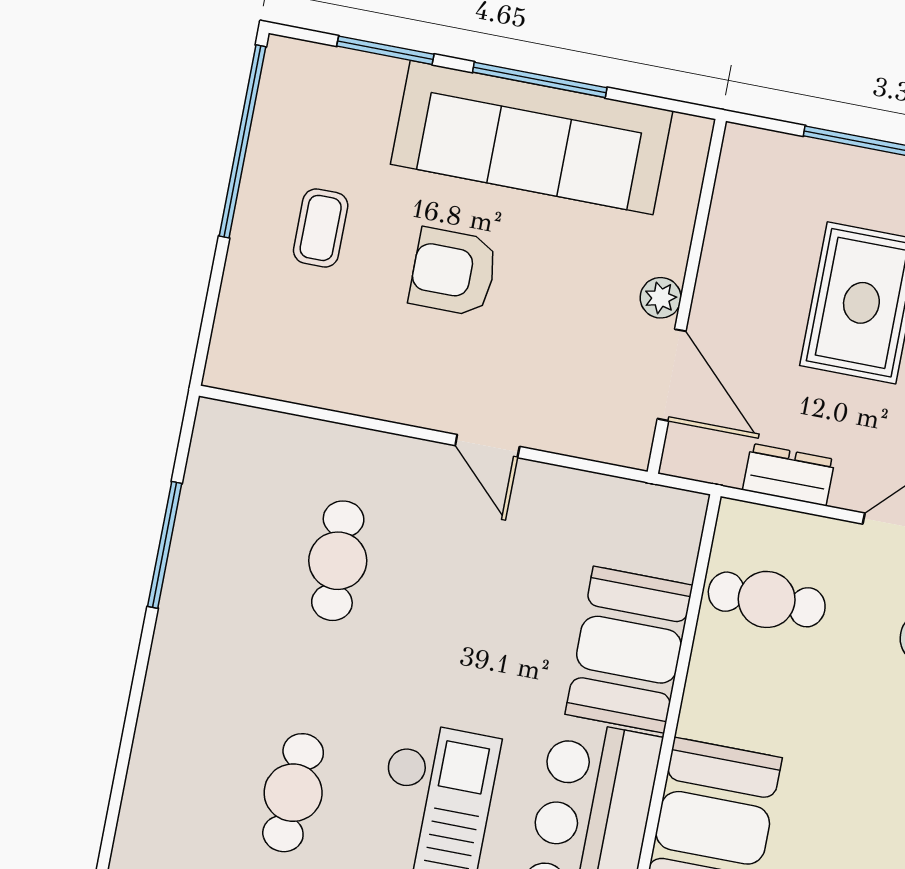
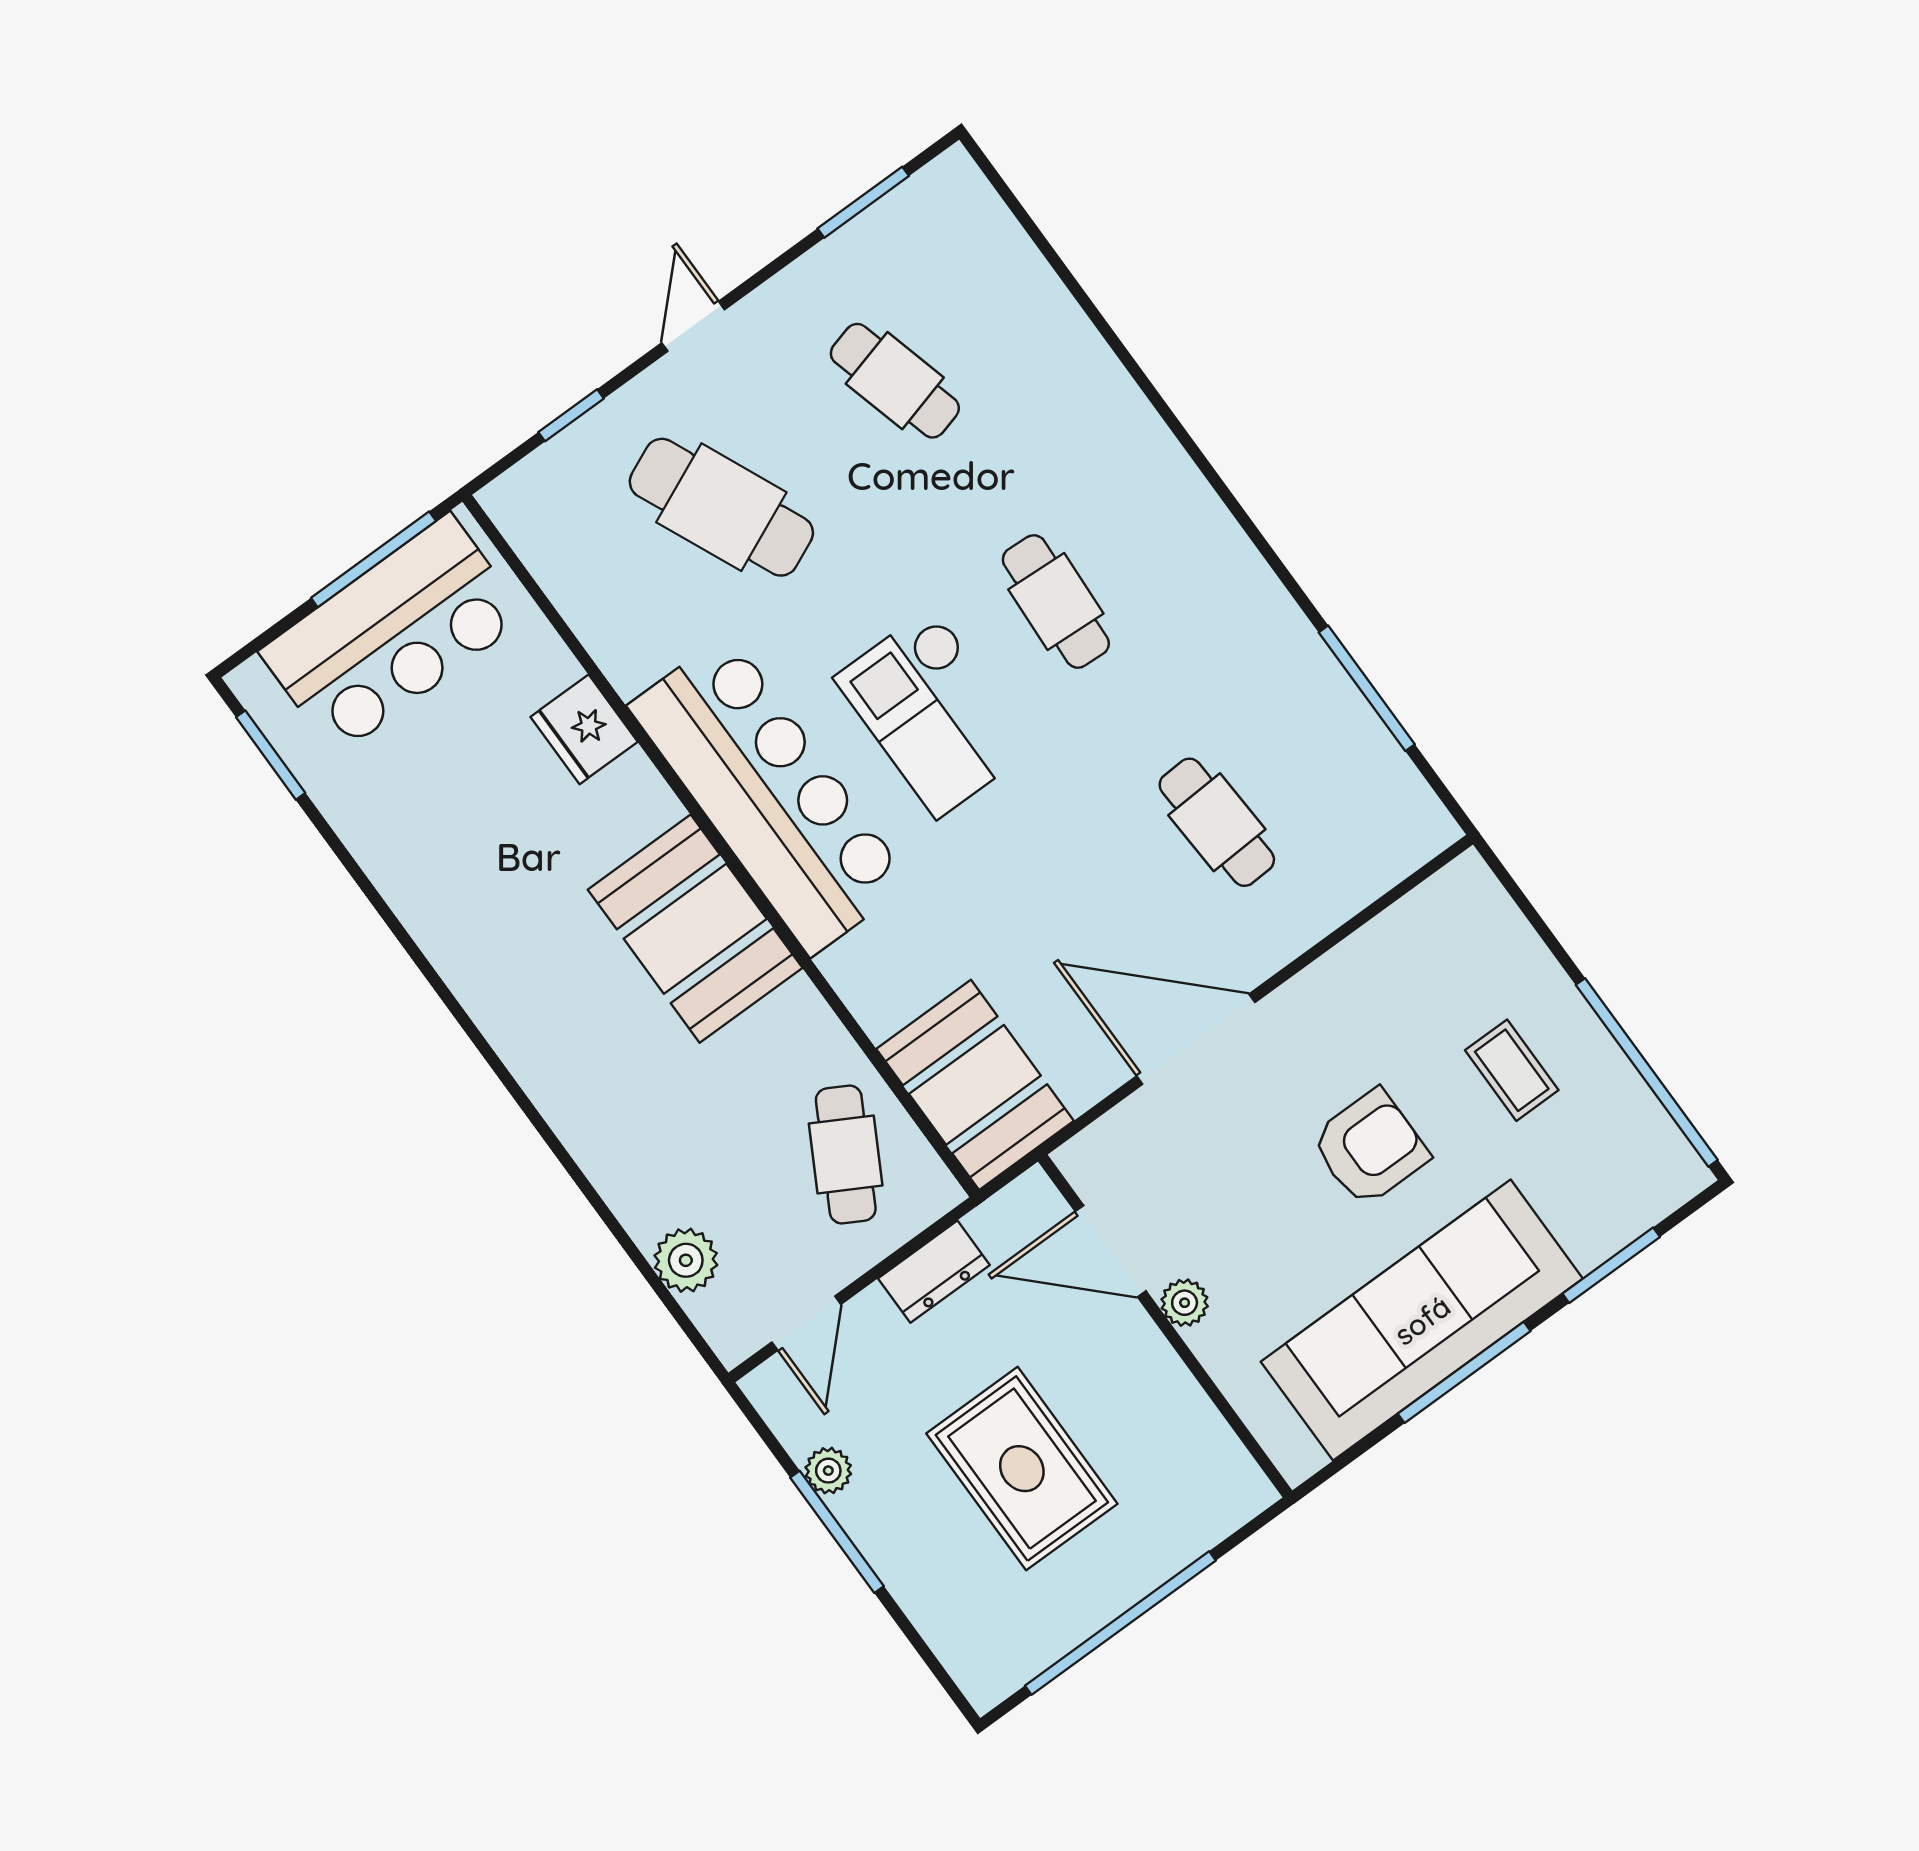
door: (487, 446) -> (1196, 1039), width x1.88
cafe table: (767, 599) -> (846, 1155), turned -61
booth: (629, 650) -> (975, 1085), moved

